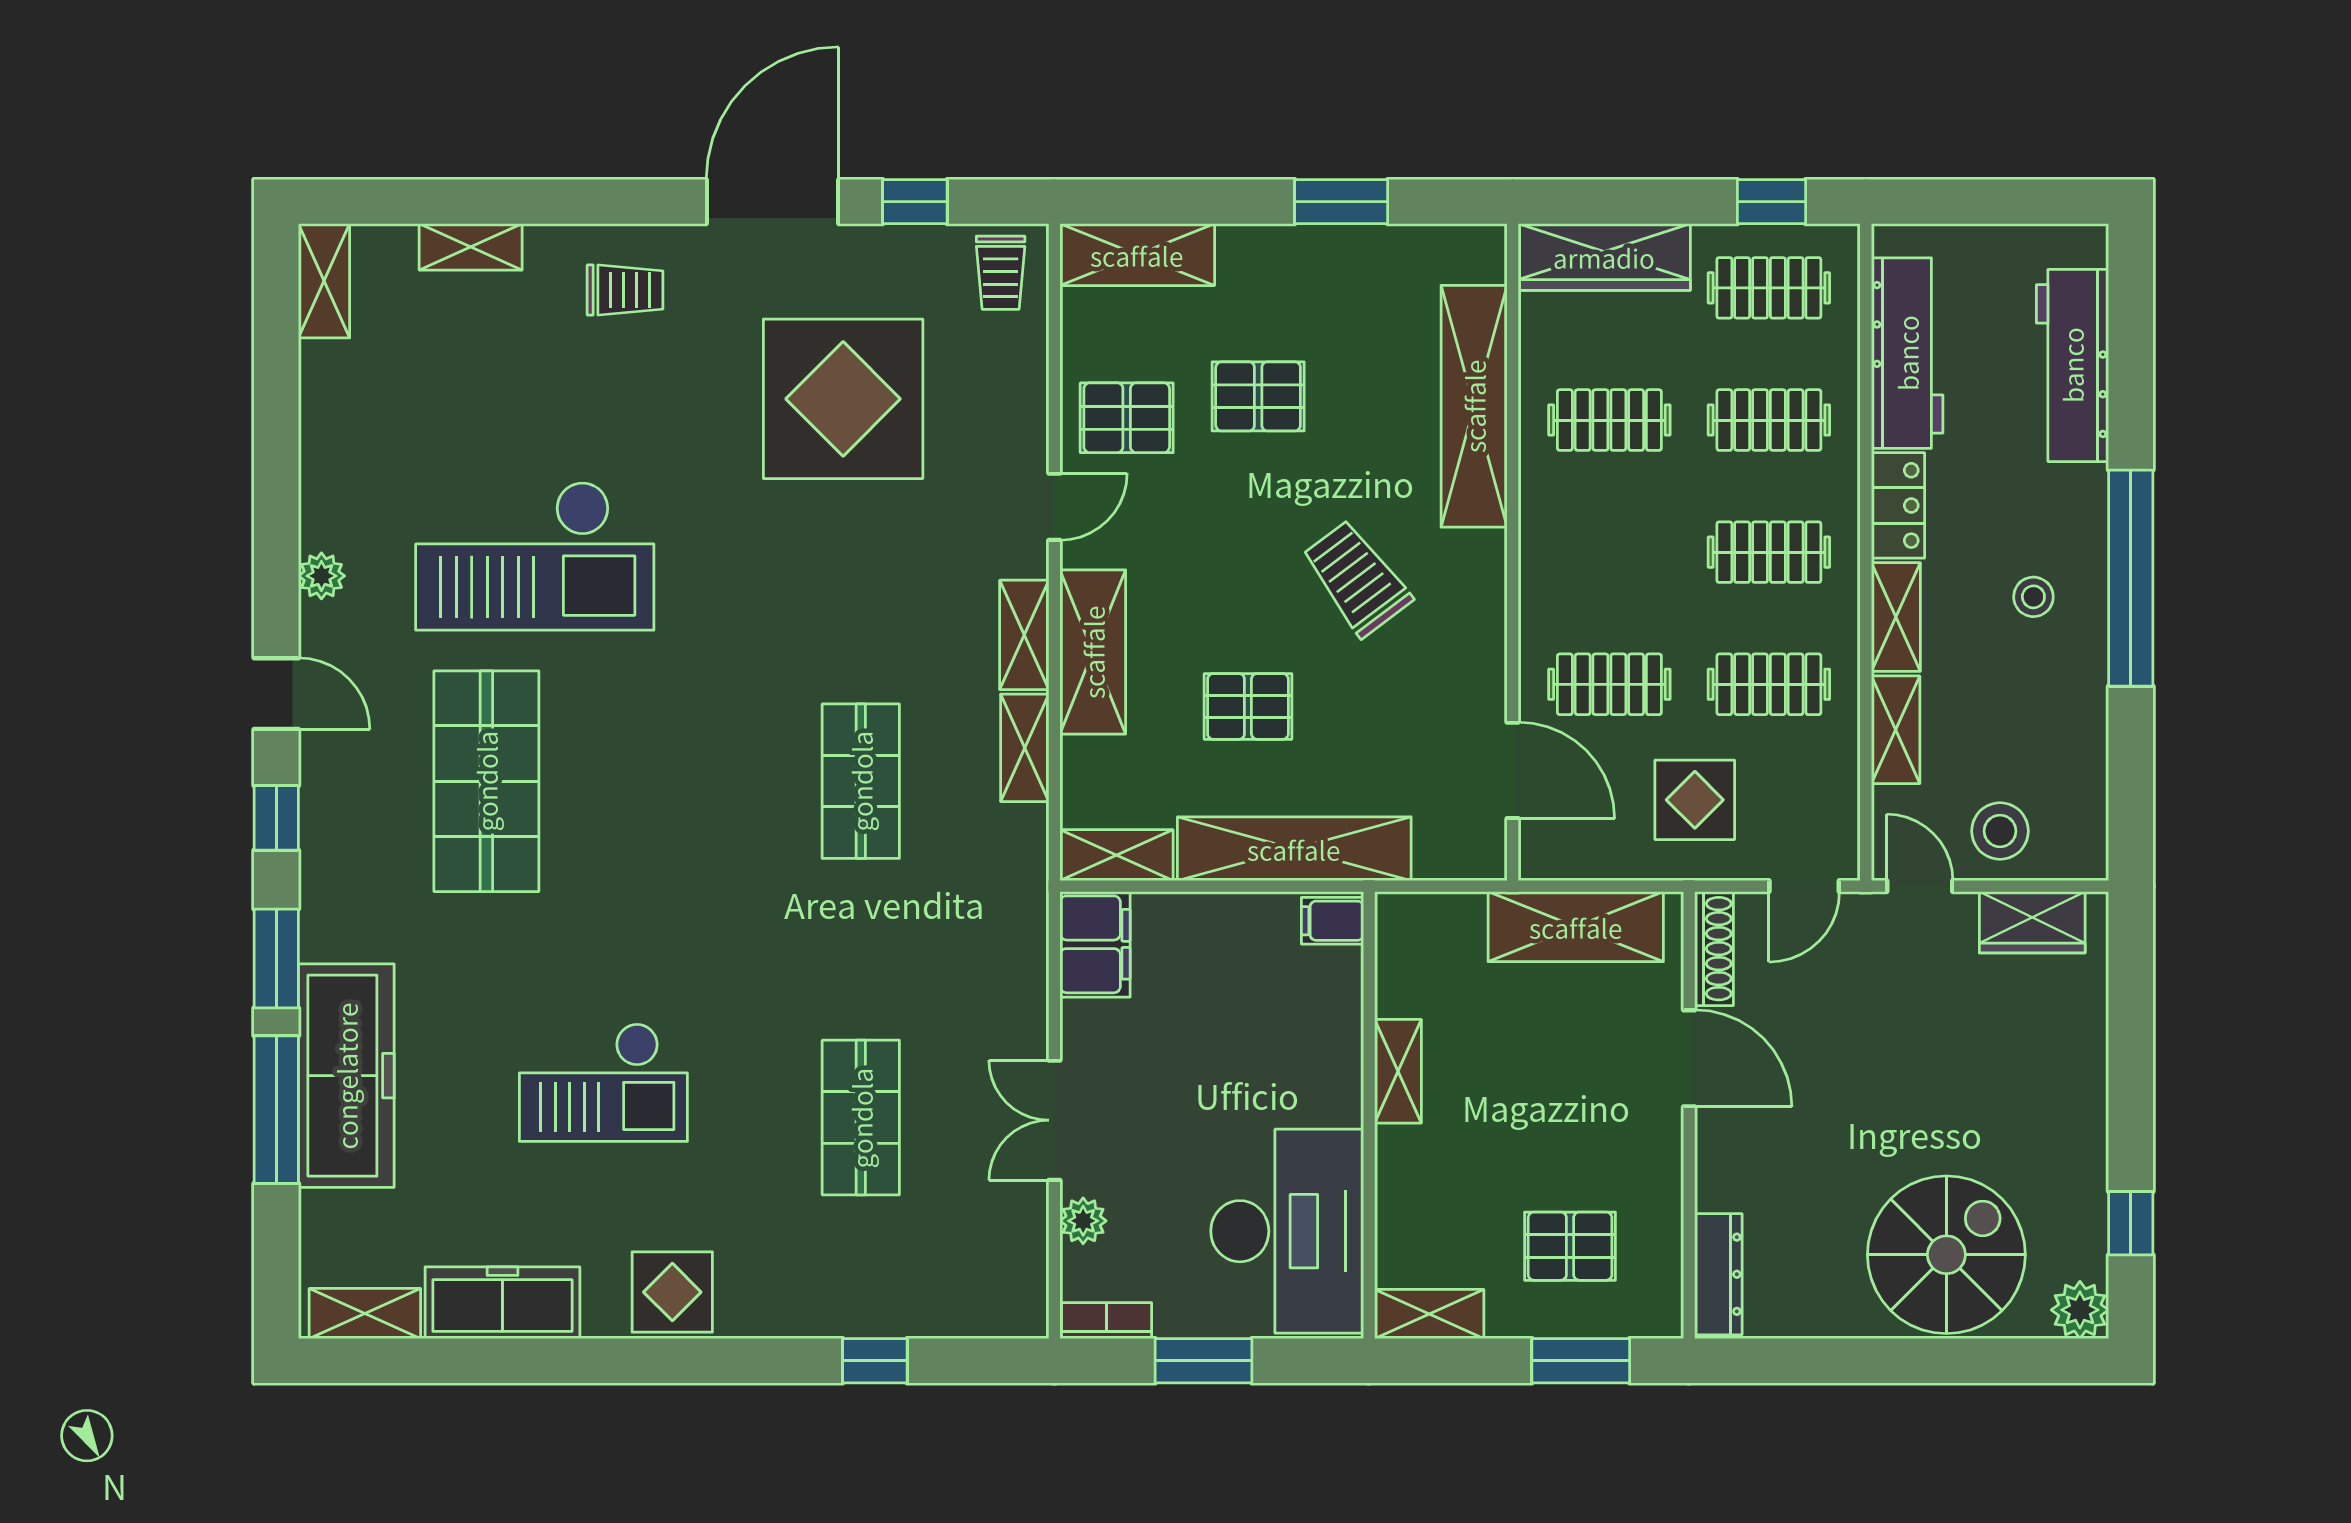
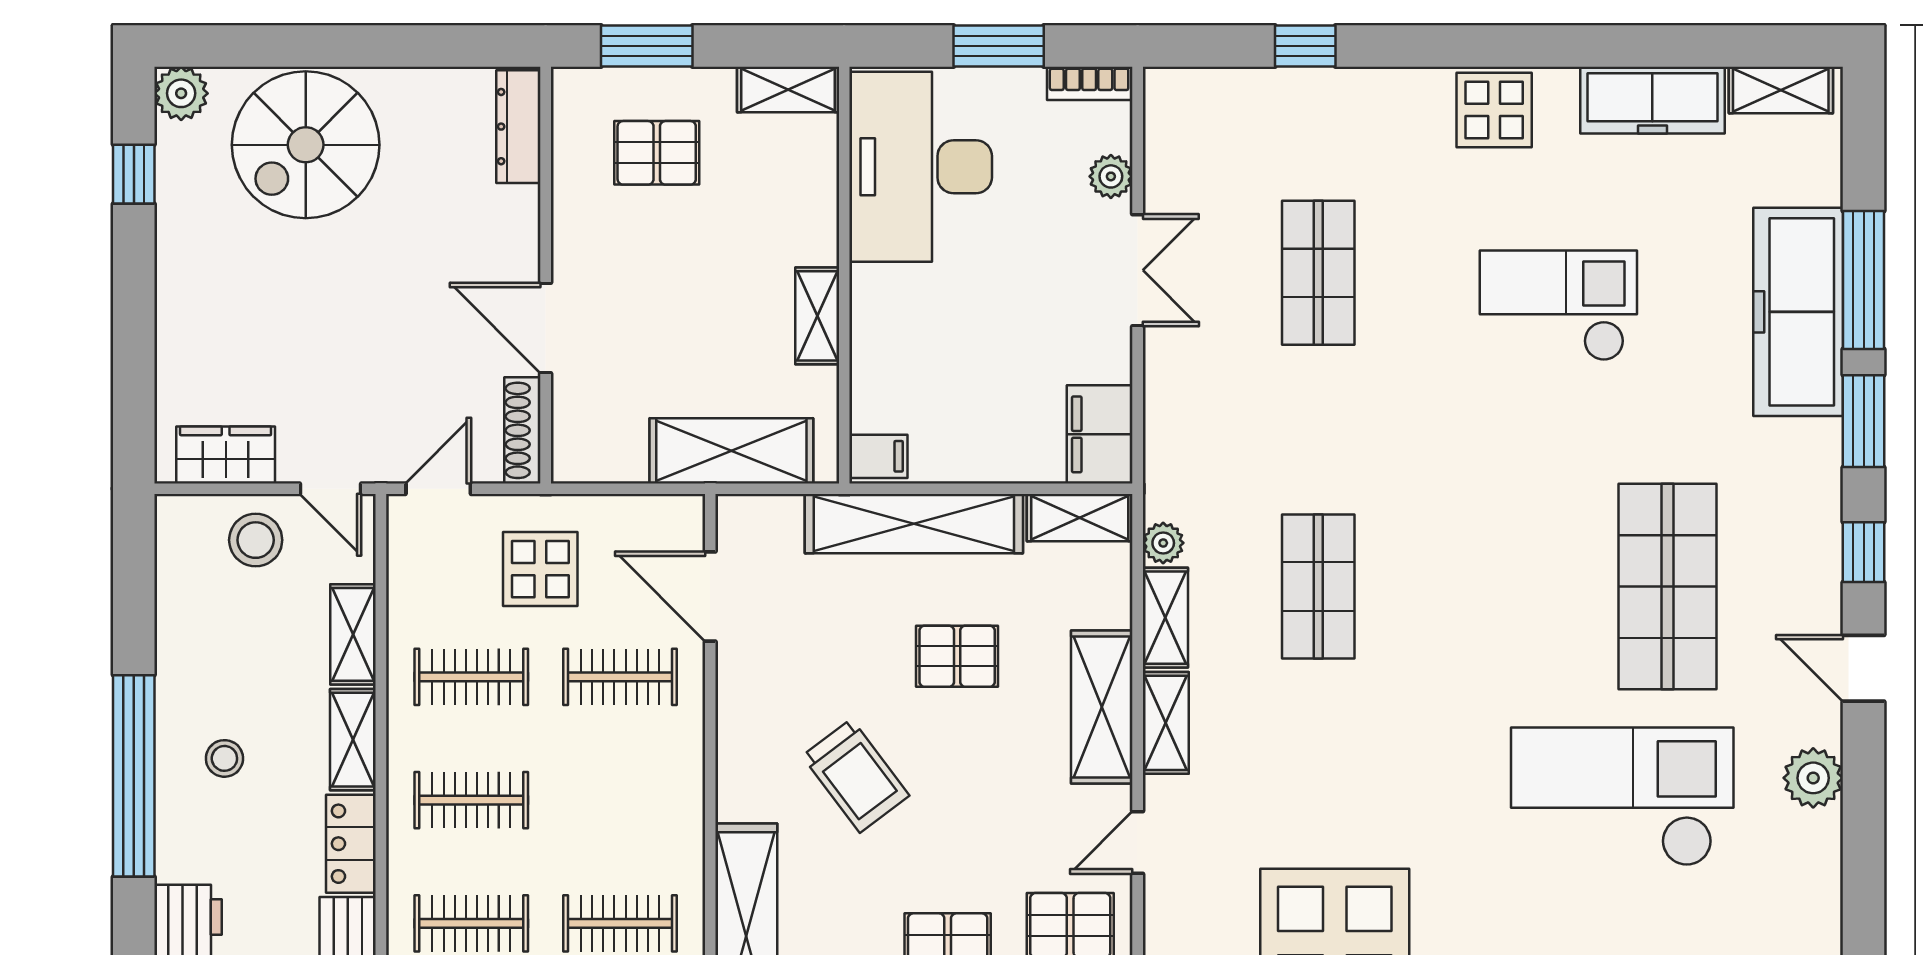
plant: (321, 576) -> (1813, 778), width x1.38, depth x1.38
plant: (1027, 828) -> (1163, 543), added
shelving: (1576, 927) -> (731, 451), moved

